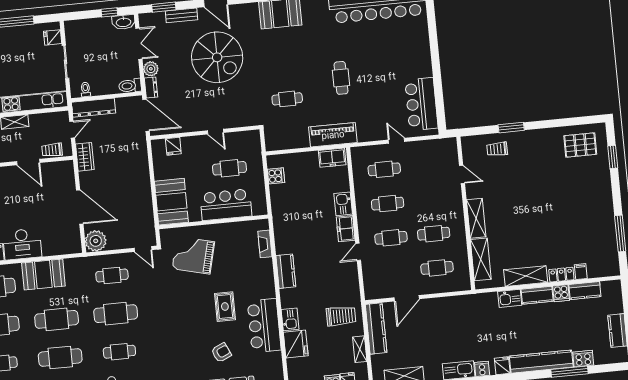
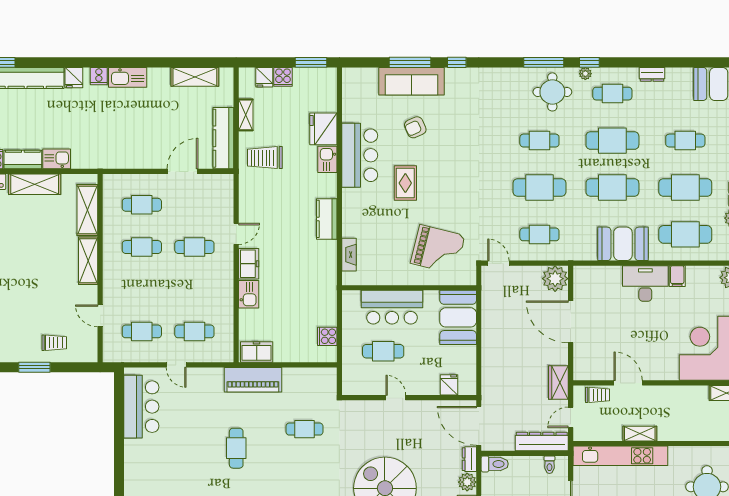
cafe table: (388, 204) -> (142, 331), moved

